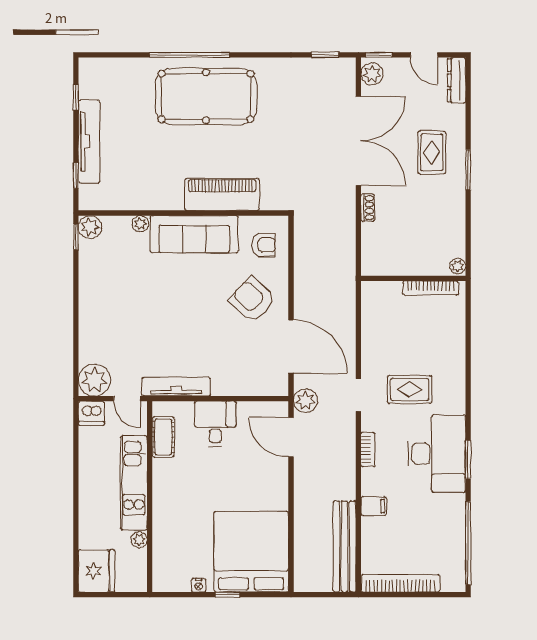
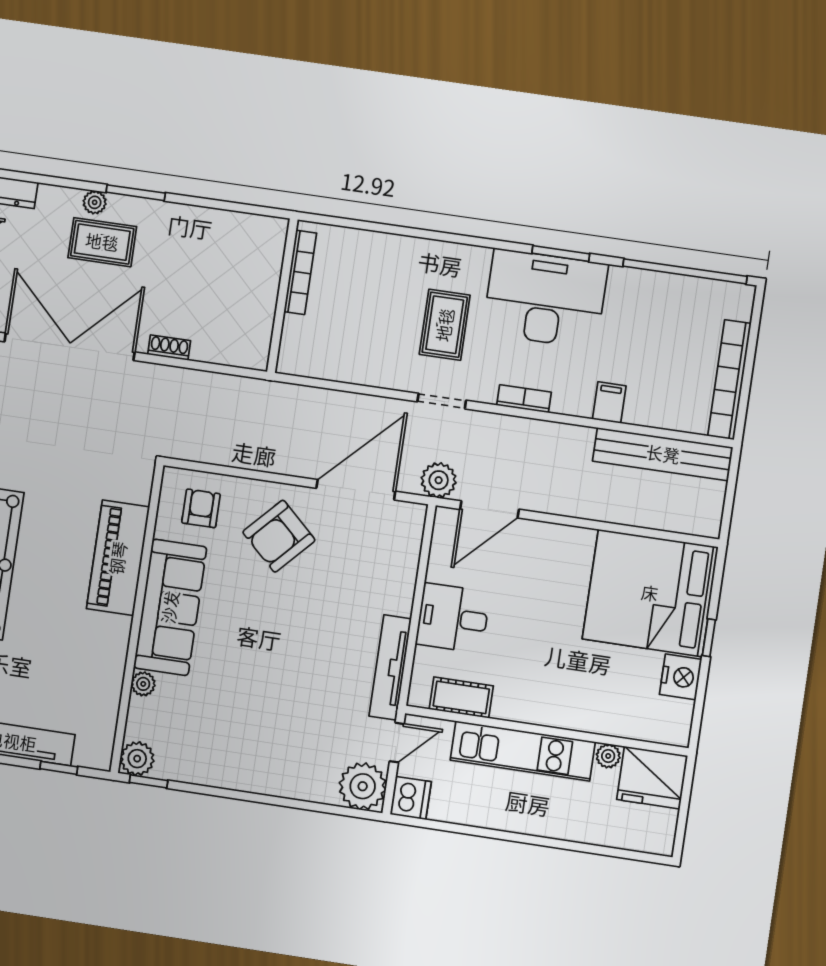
plant: (458, 266) -> (95, 202), moved
fridge: (96, 571) -> (652, 778), moved, turned 180
nightstand: (199, 585) -> (681, 677), width x1.89, depth x1.79

